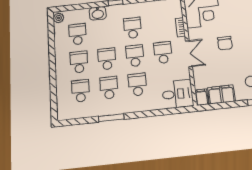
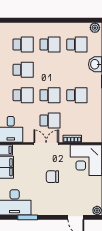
double door: (189, 54) -> (46, 143), swing flipped
school desk: (107, 59) -> (50, 70), removed

